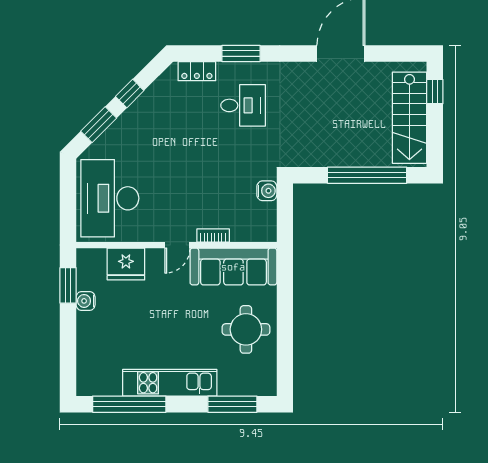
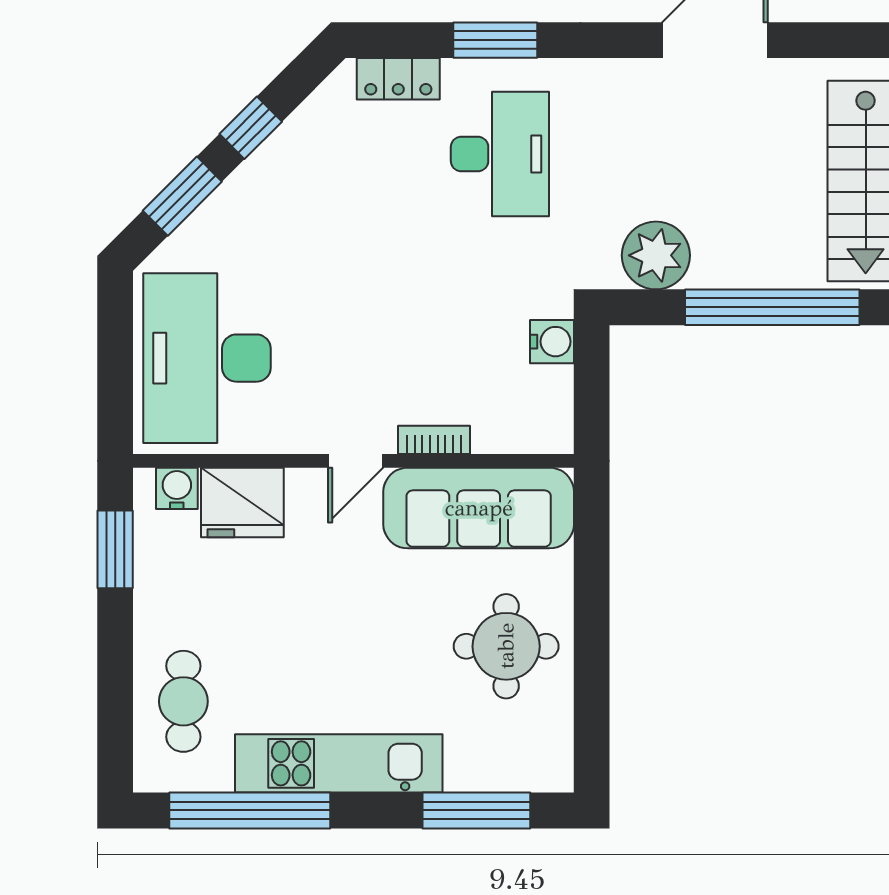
desk: (243, 105) -> (500, 154), width x1.37
plant: (314, 152) -> (656, 255), added
water cooler: (86, 301) -> (177, 488), moved, turned 90
cafe table: (99, 354) -> (183, 701), added

